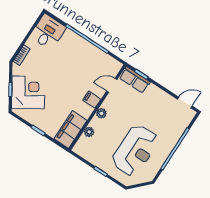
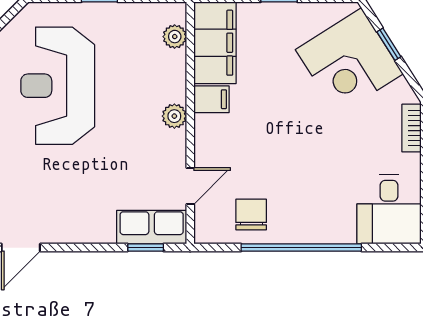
chair: (97, 62) -> (251, 215), added
filing cabinet: (92, 100) -> (212, 99), moved
plant: (89, 132) -> (175, 37), moved

